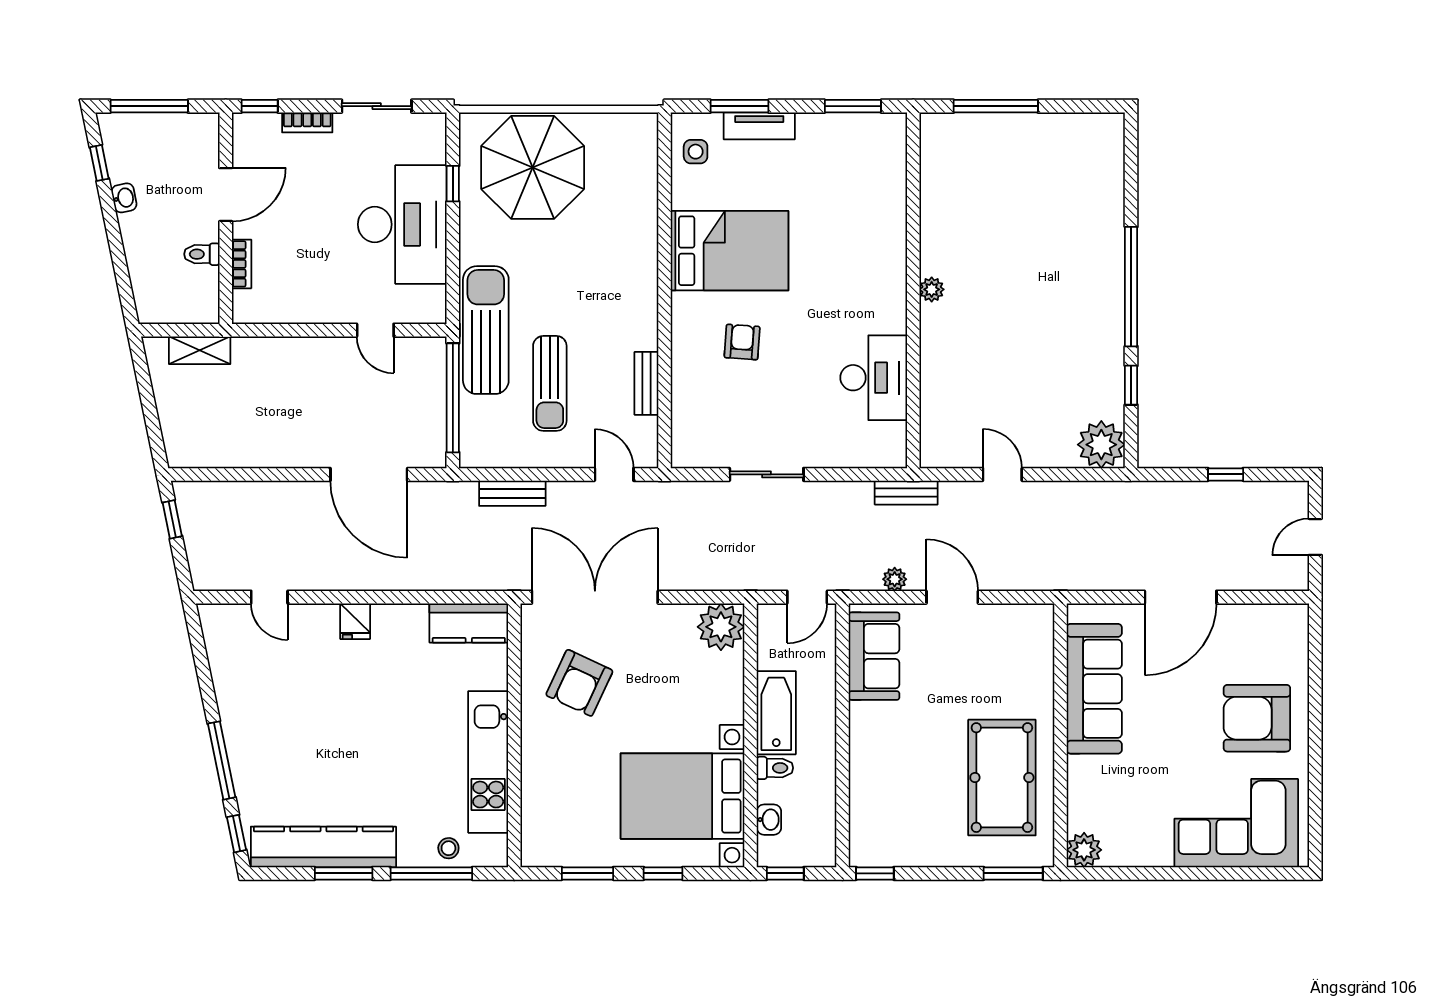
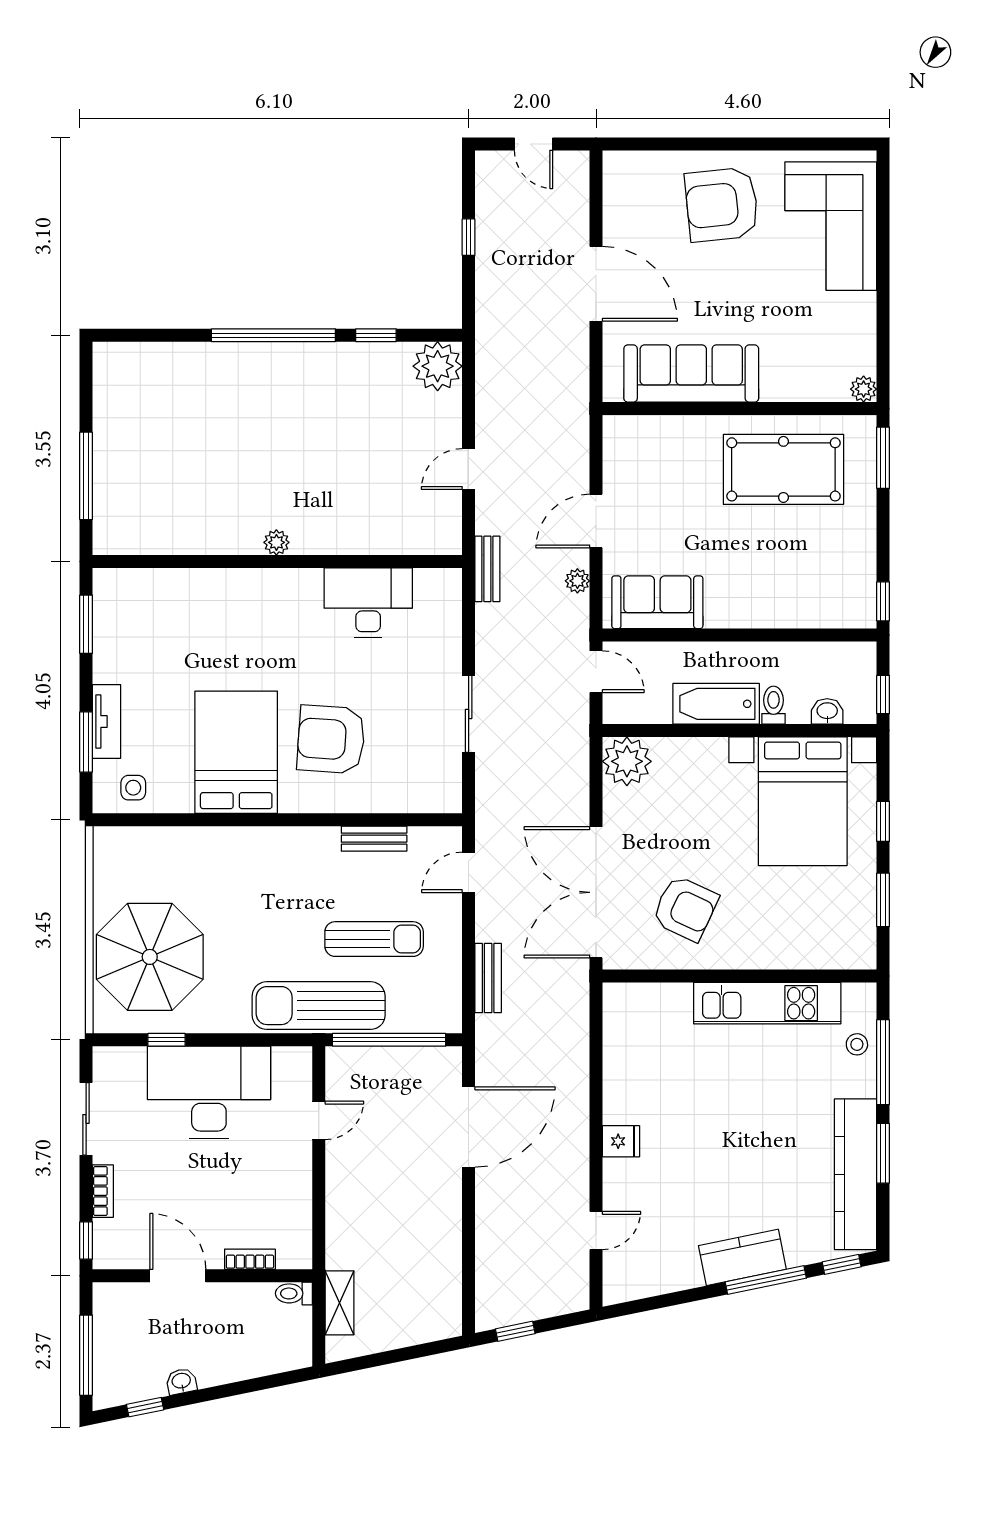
toilet: (202, 254) -> (294, 1293), moved, turned 90
armchair: (742, 342) -> (331, 739), width x1.88, depth x1.88
kitchen counter: (469, 623) -> (742, 1257), moved, turned -102
armchair: (1257, 718) -> (722, 205), turned 84
plant: (1084, 850) -> (864, 389), width x0.73, depth x0.73

